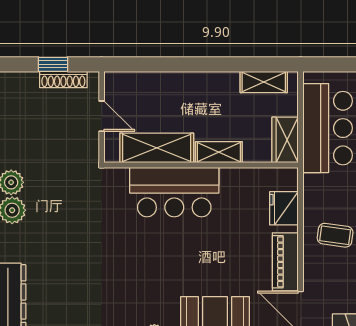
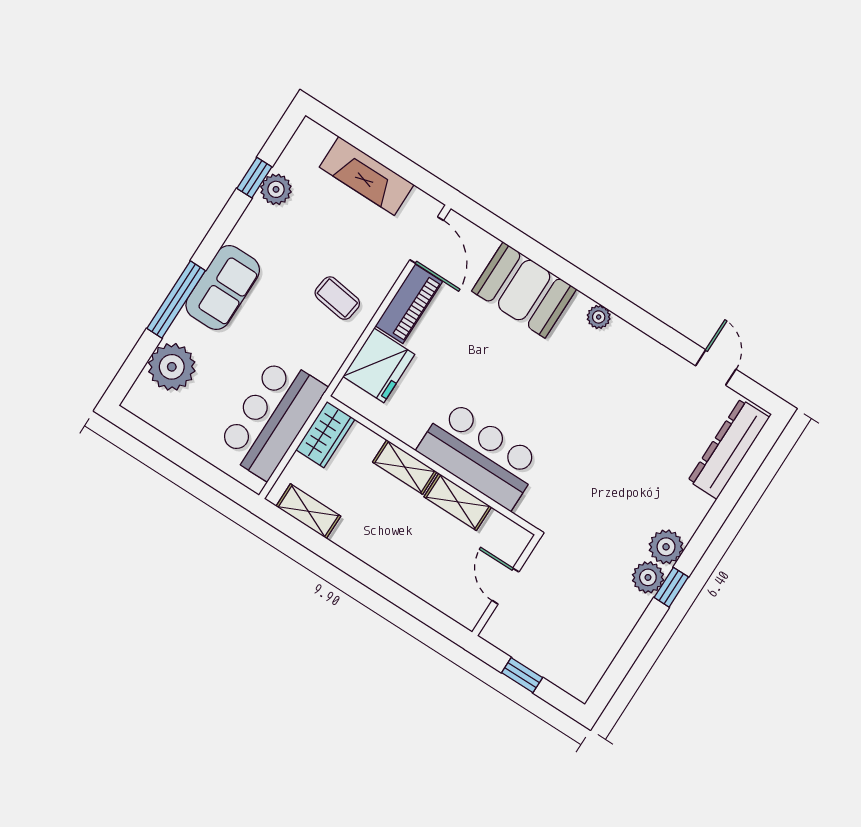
shoe rack: (63, 79) -> (521, 652), removed
shelving: (157, 148) -> (458, 502), width x0.67, depth x0.75
fridge: (284, 208) -> (379, 365), width x1.36, depth x1.34

